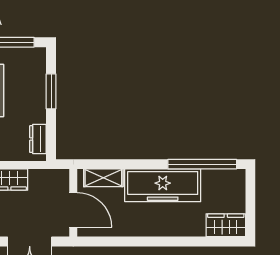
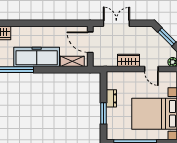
dresser: (38, 139) -> (111, 98), moved

